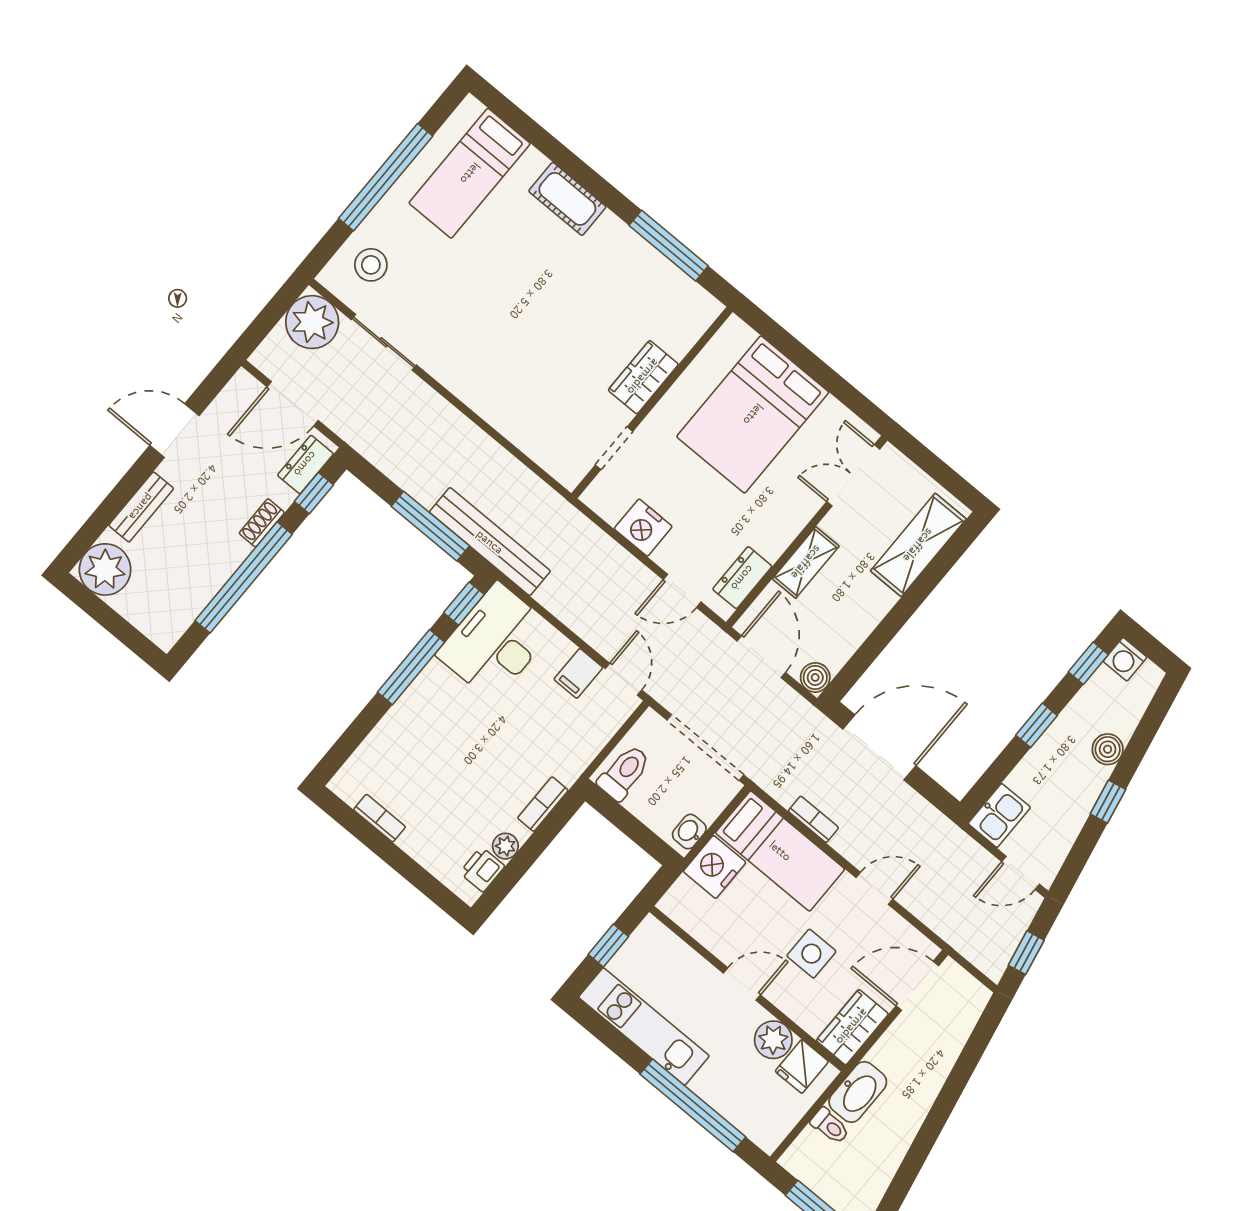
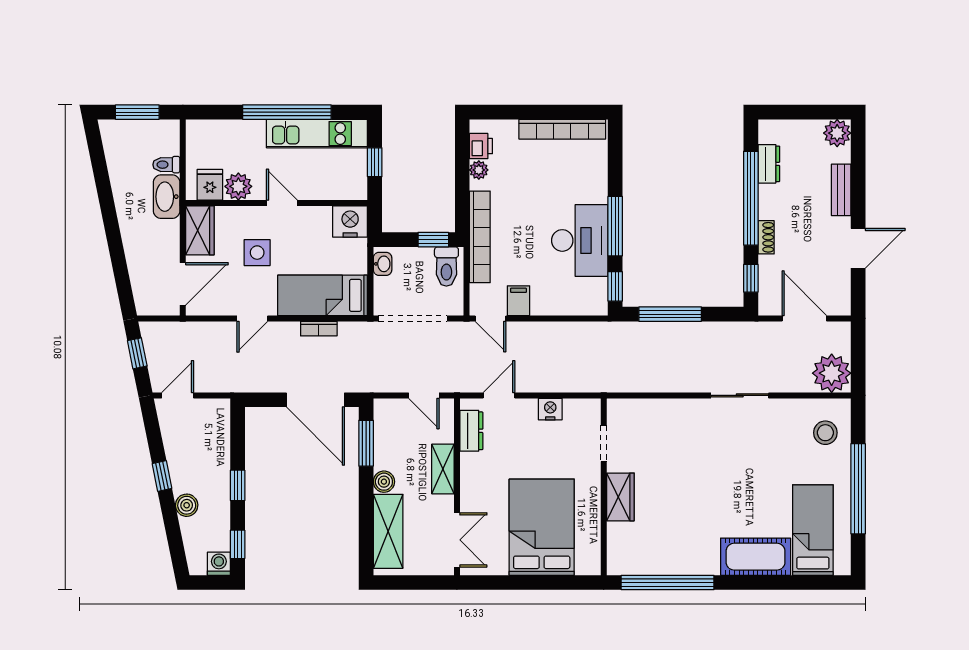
cot: (567, 199) -> (756, 557), width x1.37, depth x1.34
window: (669, 246) -> (668, 582), width x1.46
sliding door: (384, 342) -> (740, 395), moved
door: (293, 404) -> (804, 318), hinge flipped
dresser: (305, 464) -> (769, 164), moved
nightstand: (643, 528) -> (550, 409), width x0.74, depth x0.75
bench: (490, 542) -> (630, 333), removed
plant: (105, 569) -> (837, 133), width x0.73, depth x0.73
desk: (495, 642) -> (580, 240), moved
door: (761, 657) -> (424, 395), width x0.73
window: (864, 657) -> (366, 443), added
boiler: (815, 677) -> (384, 482), moved
door: (879, 747) -> (315, 400), hinge flipped
bookcase: (543, 804) -> (480, 237), width x2.31, depth x1.31
window: (614, 813) -> (433, 240), added
kitchen sink: (999, 815) -> (216, 418), removed
bookcase: (380, 818) -> (562, 129), width x2.31, depth x1.31
nightstand: (715, 867) -> (350, 222), moved, turned -90
door: (742, 984) -> (282, 203), swing flipped
window: (693, 1105) -> (287, 112), moved

